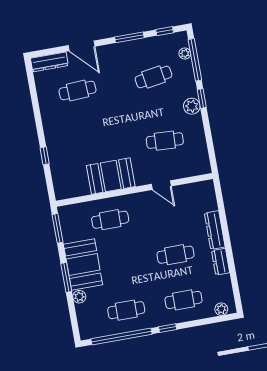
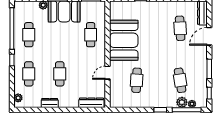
plant: (192, 106) -> (182, 102), moved
booth: (111, 176) -> (124, 40), width x1.36, depth x1.42
dresser: (215, 230) -> (91, 103), moved

